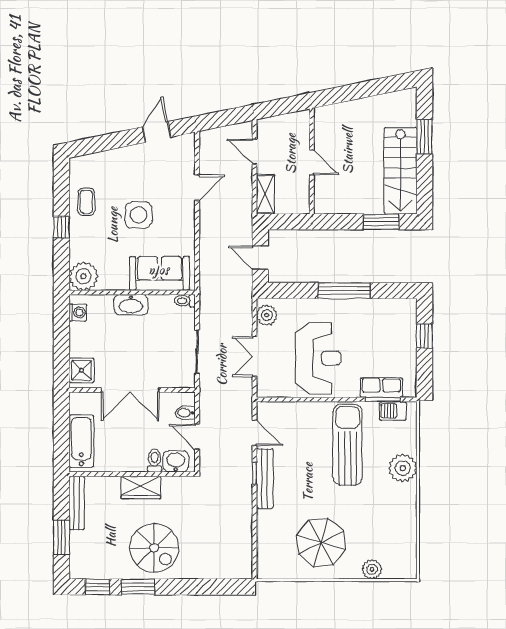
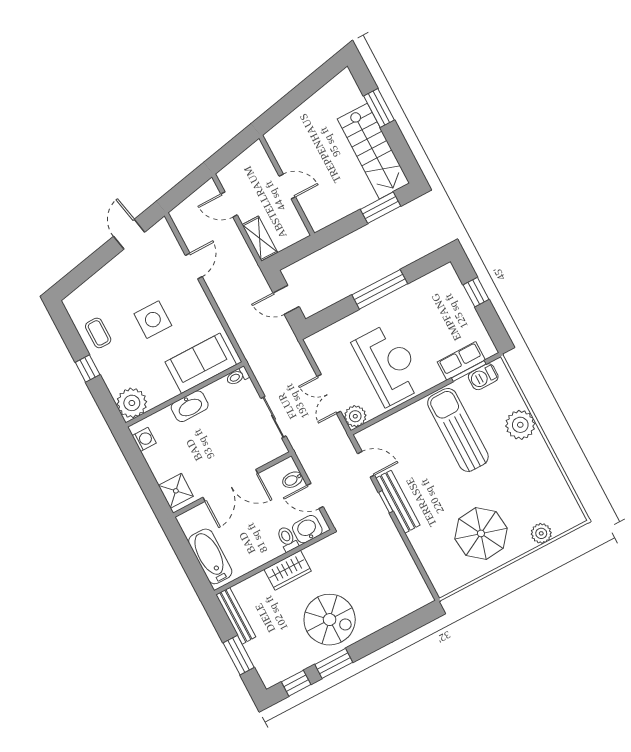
plant: (267, 315) -> (355, 416), moved

